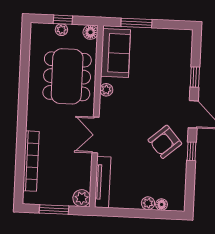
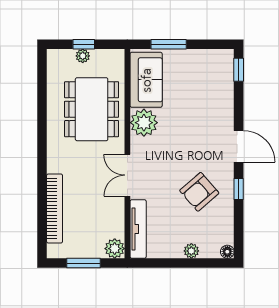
floor lamp: (90, 32) -> (116, 57), removed
window: (195, 77) -> (239, 70), moved
plant: (106, 90) -> (144, 123), width x1.87, depth x1.87
armchair: (165, 142) -> (199, 192), moved
floor lamp: (162, 205) -> (227, 252), moved

